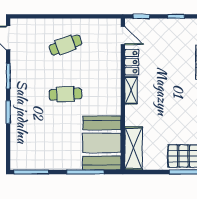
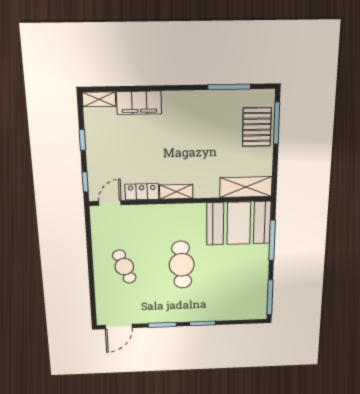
cafe table: (65, 94) -> (182, 265), width x1.37, depth x1.35

